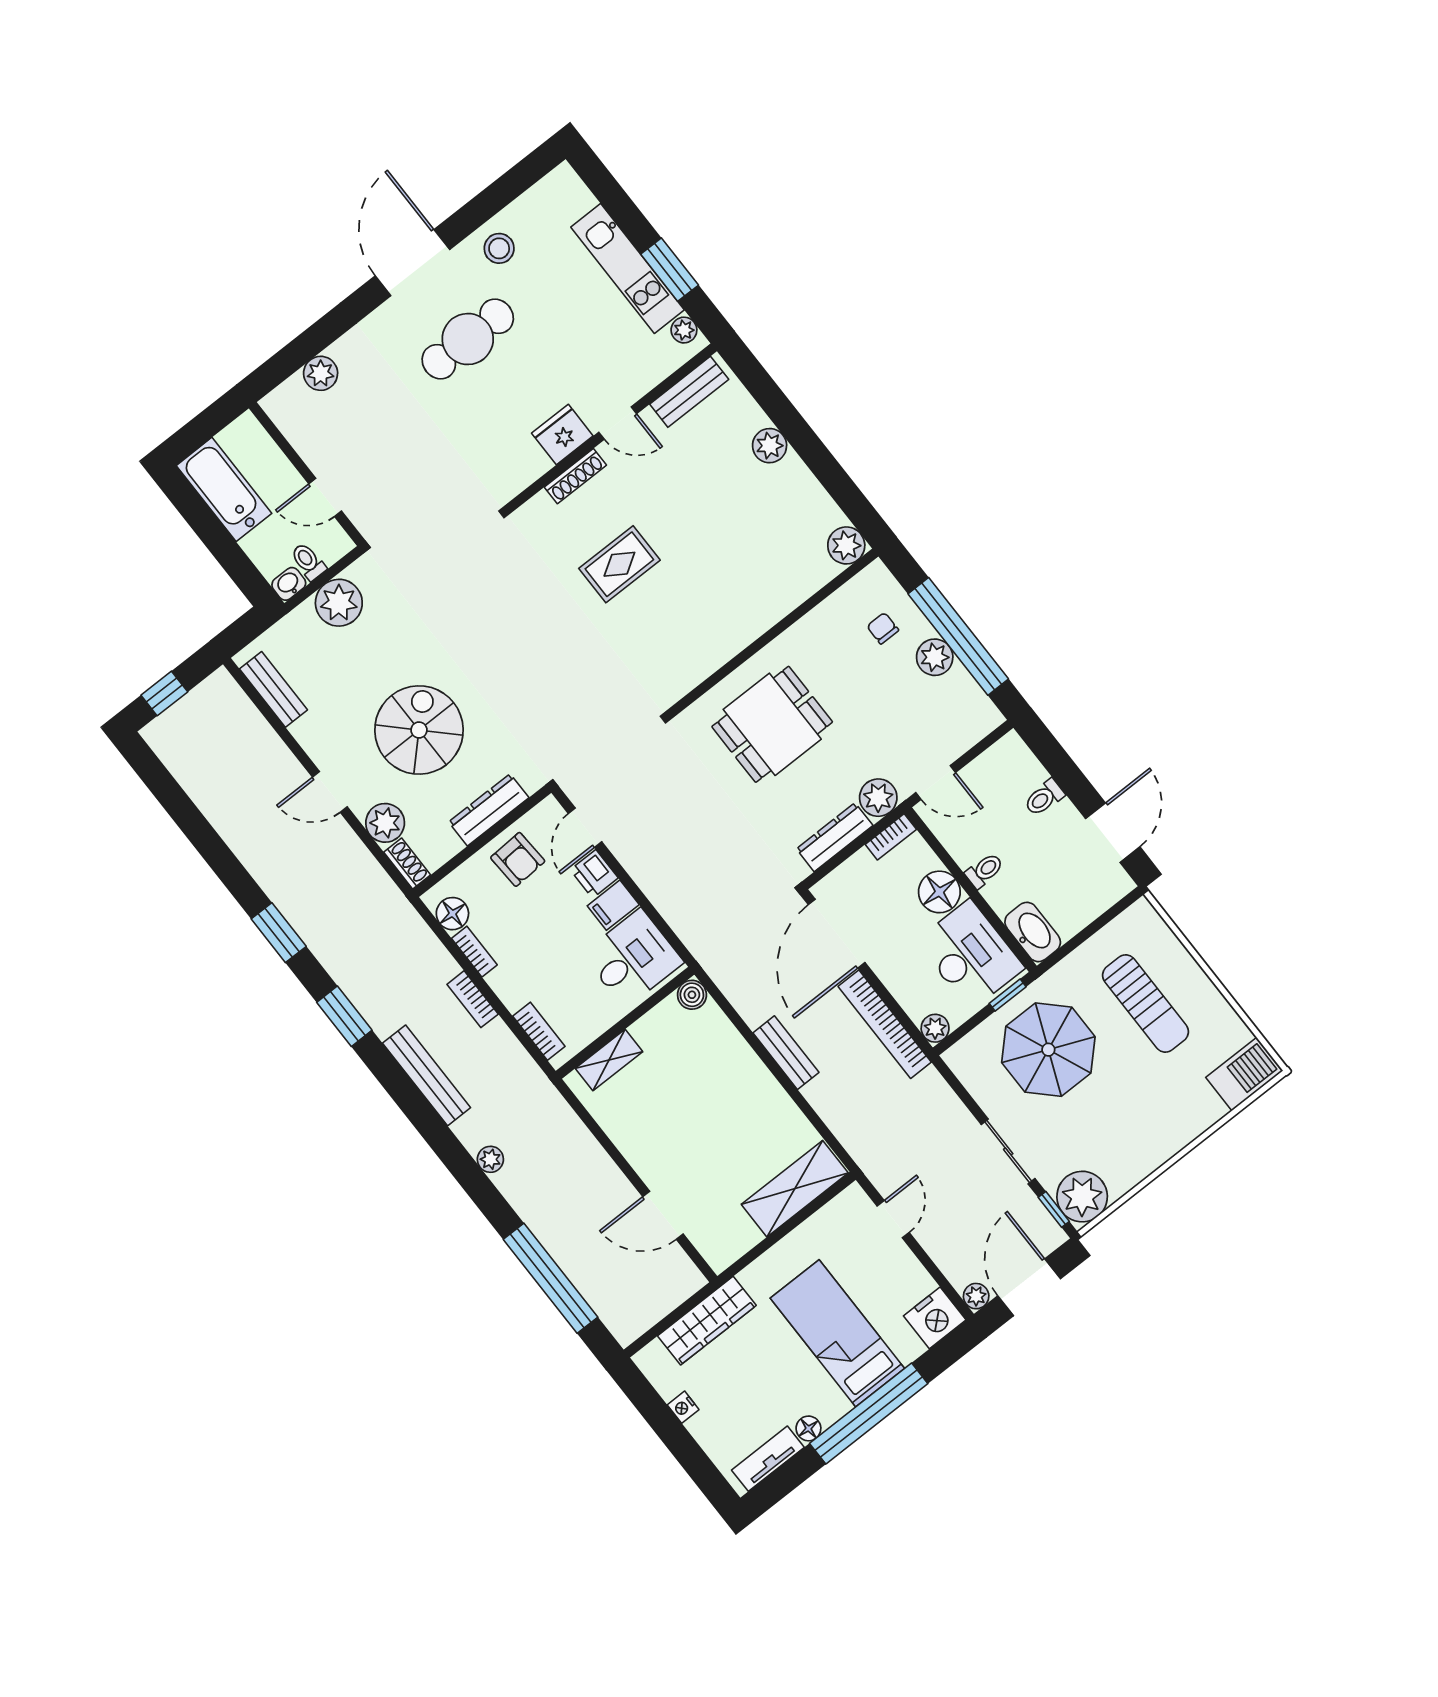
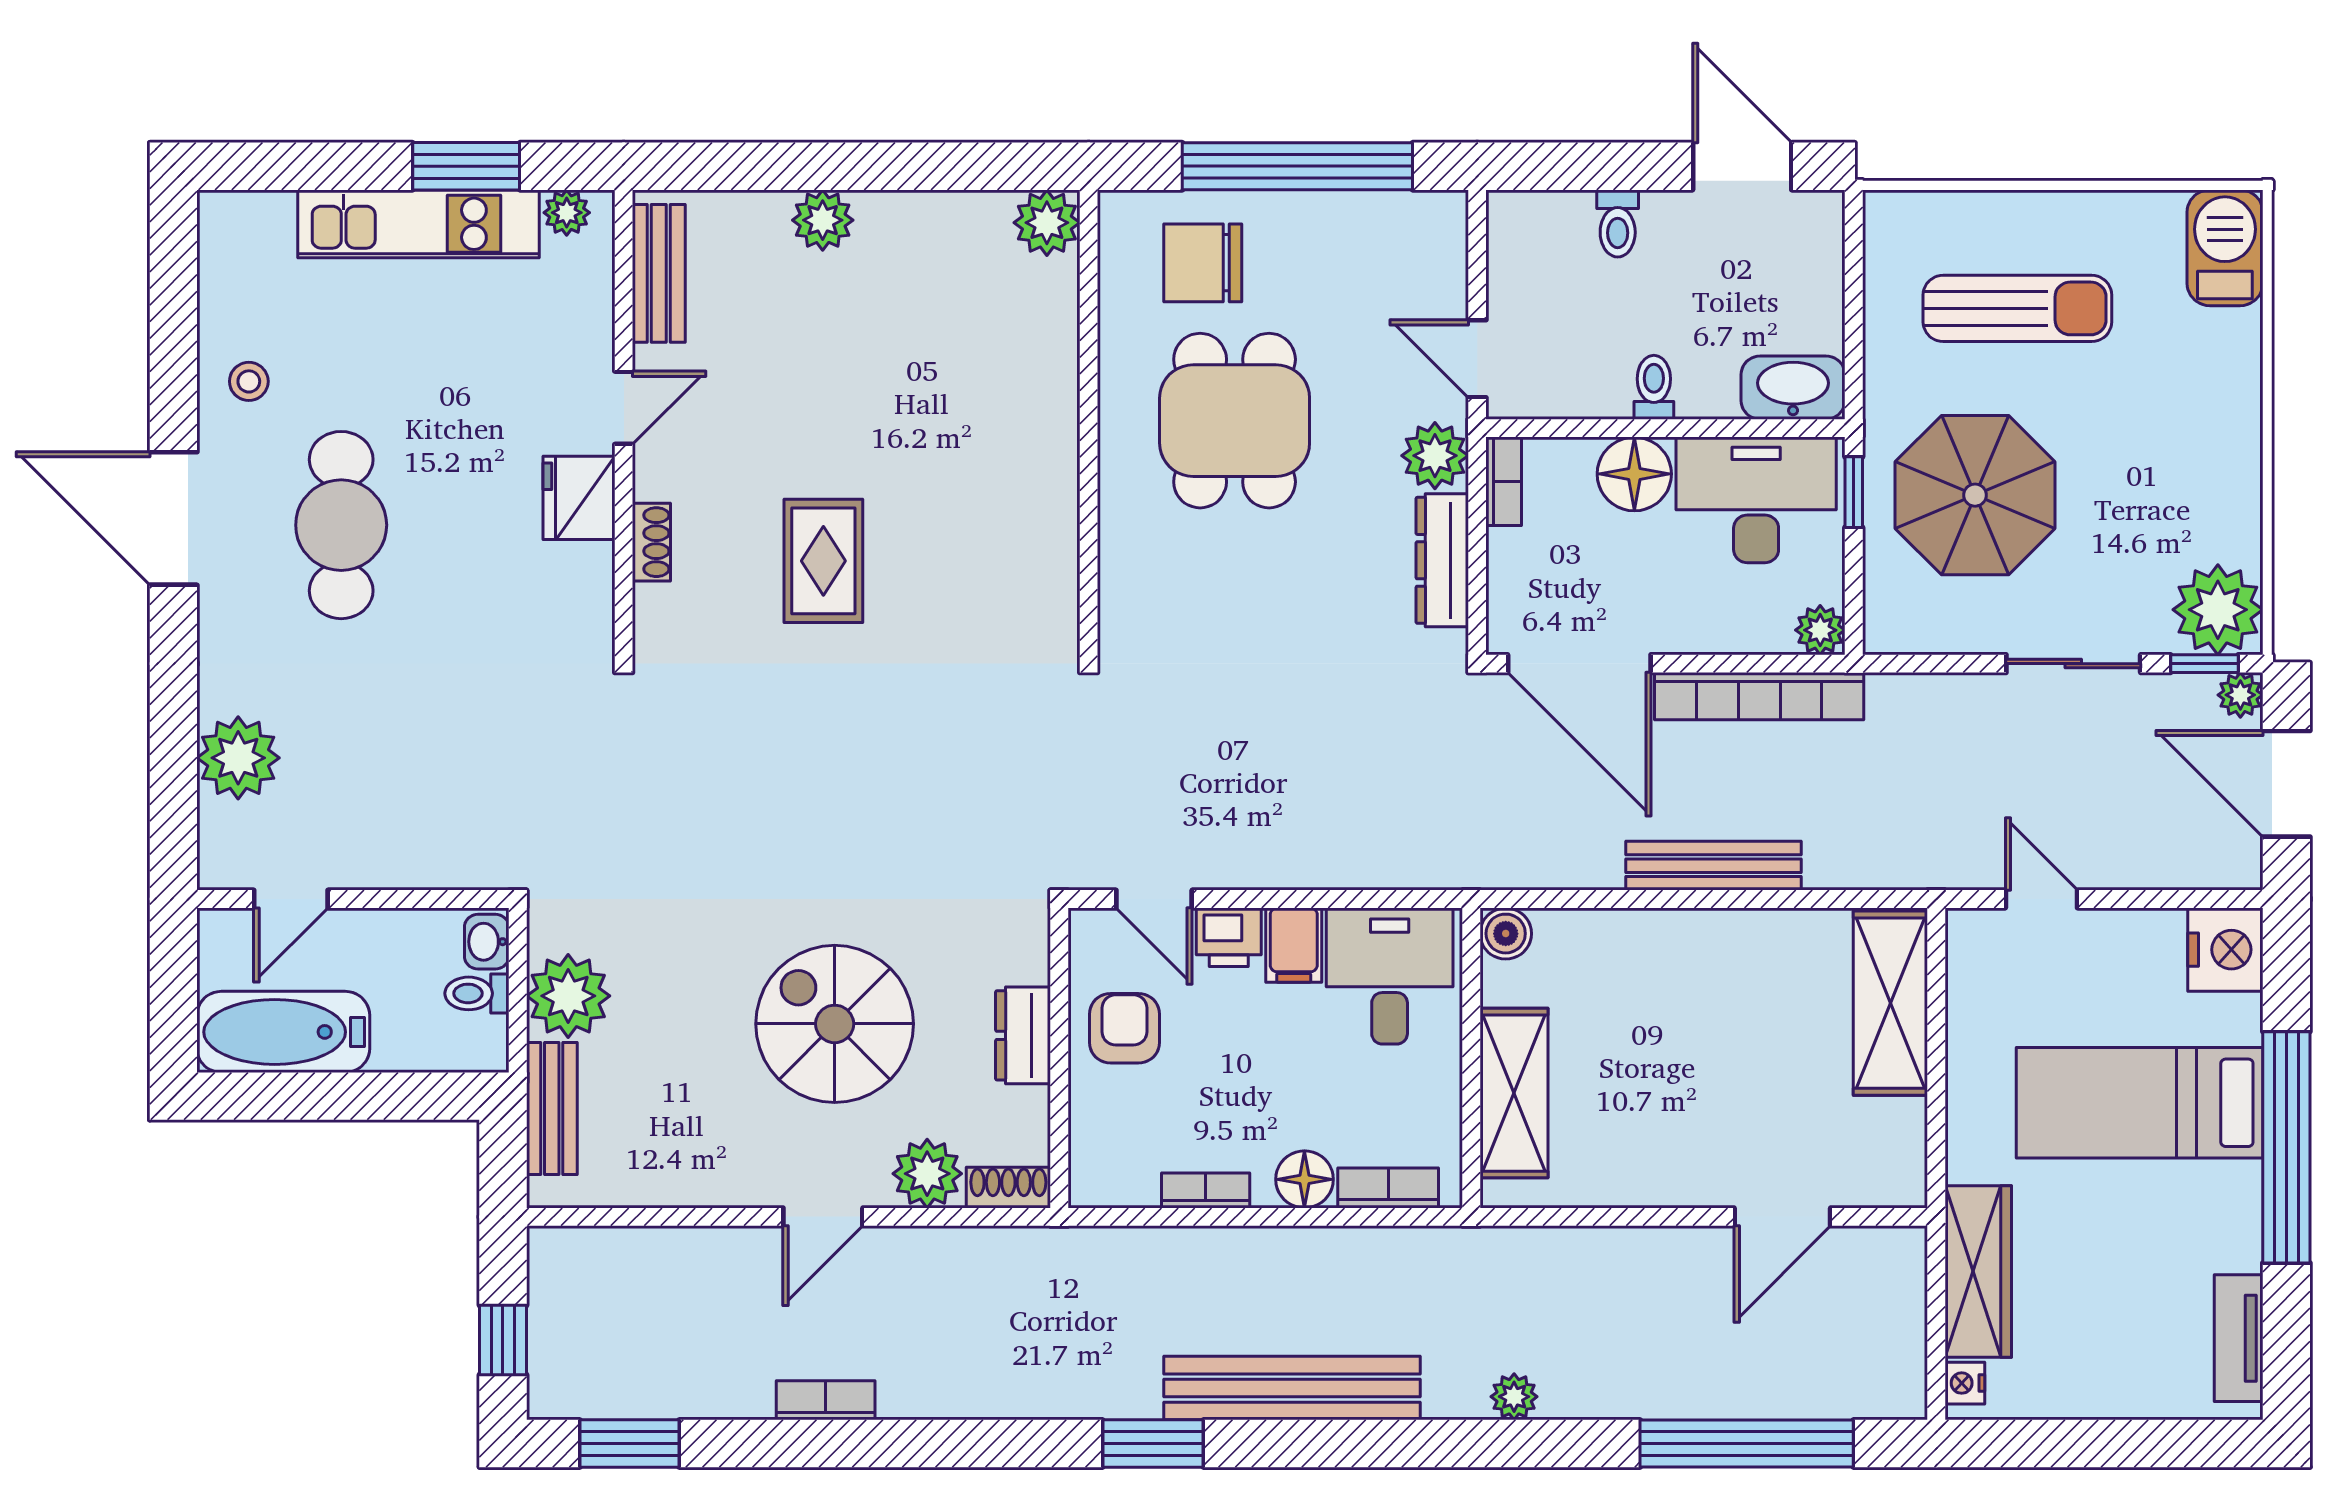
stool: (499, 248) -> (249, 381), width x0.73, depth x0.73
plant: (321, 373) -> (238, 758), width x1.36, depth x1.36
shoe rack: (575, 476) -> (651, 542), width x0.70
door: (325, 497) -> (291, 899), moved
washbasin: (289, 584) -> (487, 942), moved
chair: (883, 628) -> (1203, 263), width x1.87, depth x1.87
plant: (935, 657) -> (1301, 222), removed
bench: (273, 689) -> (552, 1108), moved, turned 90
dining table: (772, 724) -> (1235, 421), moved
door: (936, 783) -> (1477, 359), swing flipped
dresser: (489, 810) -> (1023, 1035), width x0.70
armchair: (518, 859) -> (1124, 1028), turned -87
floor lamp: (452, 914) -> (1304, 1179), moved
window: (279, 933) -> (629, 1443), moved
bookcase: (473, 999) -> (826, 1400), moved, turned 180
bench: (786, 1053) -> (1714, 866), width x1.36
shelving: (609, 1060) -> (1514, 1093), width x1.50, depth x1.33
bench: (427, 1075) -> (1292, 1388), width x1.37, depth x1.21
plant: (976, 1296) -> (2240, 695), moved
nightstand: (683, 1407) -> (1965, 1383), moved, turned 90
floor lamp: (808, 1428) -> (2241, 1248), removed

